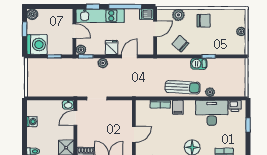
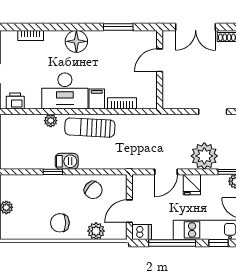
plant: (103, 63) -> (204, 156), width x1.88, depth x1.88
desk: (212, 113) -> (65, 91), moved

